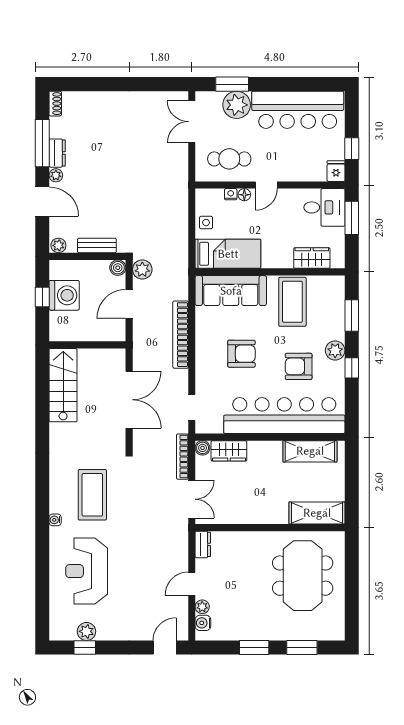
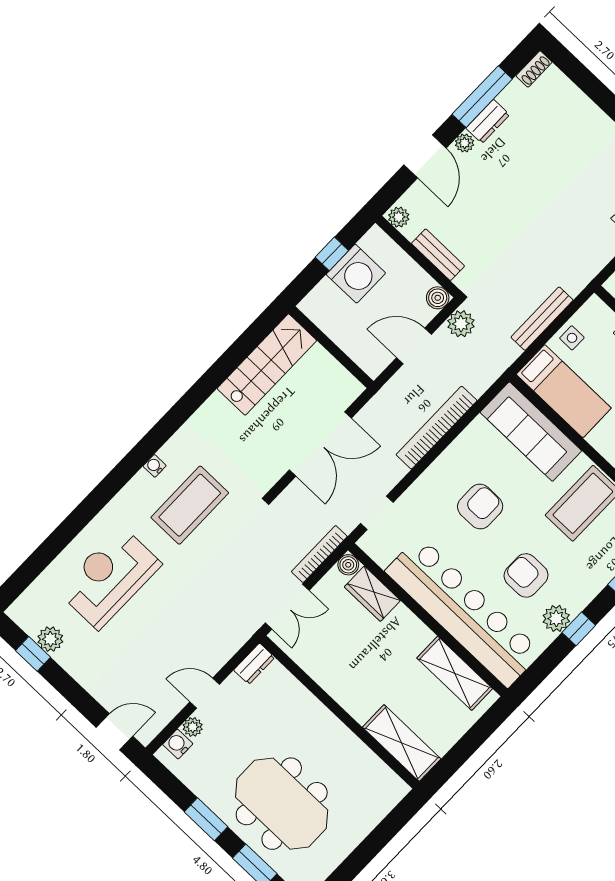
bench: (181, 227) -> (542, 319), added
plant: (335, 350) -> (556, 618), moved
armchair: (241, 354) -> (480, 506), turned -90
water cooler: (55, 520) -> (155, 466), moved
meeting table: (303, 576) -> (282, 804), moved, turned 90

